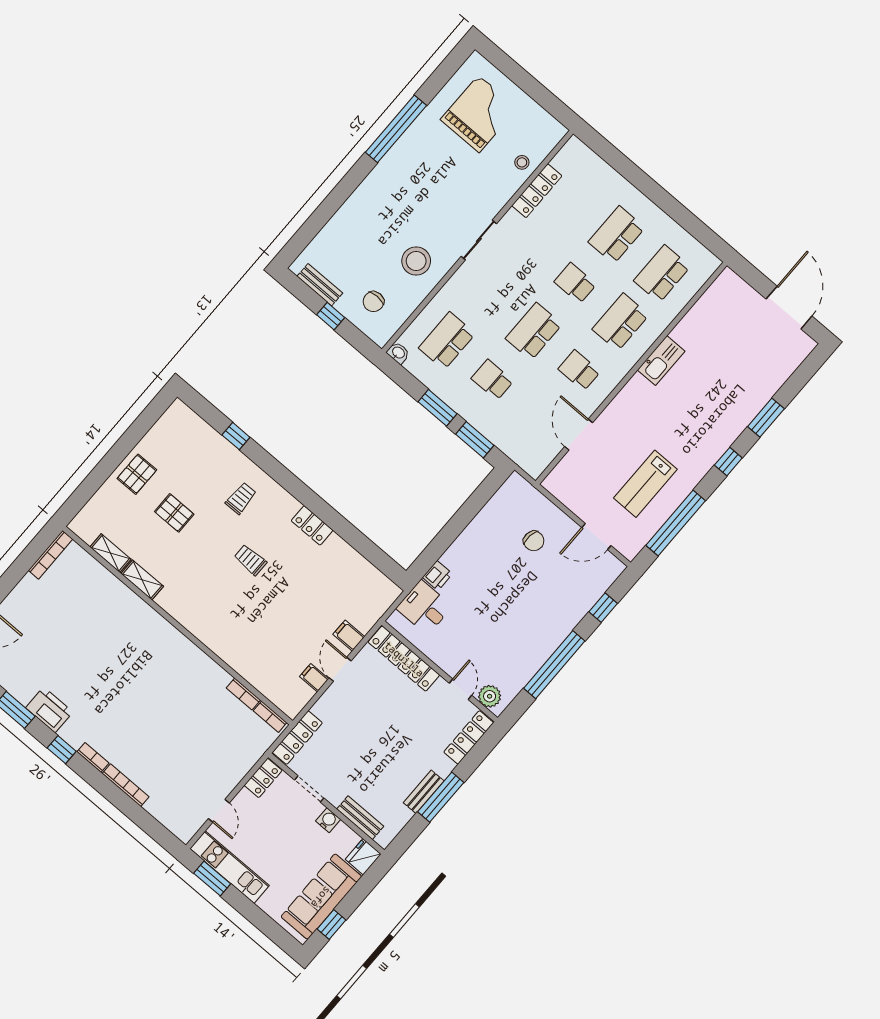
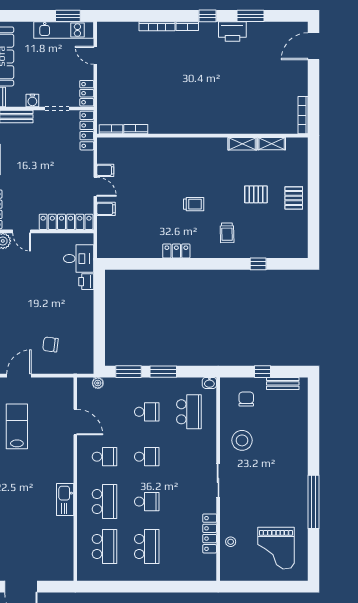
school desk: (534, 331) -> (147, 457), width x0.54
plant: (518, 456) -> (98, 383), added

